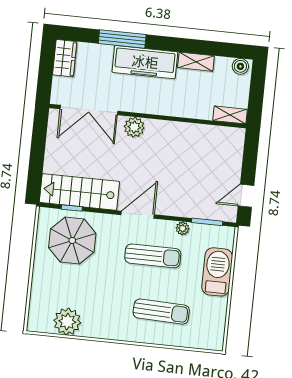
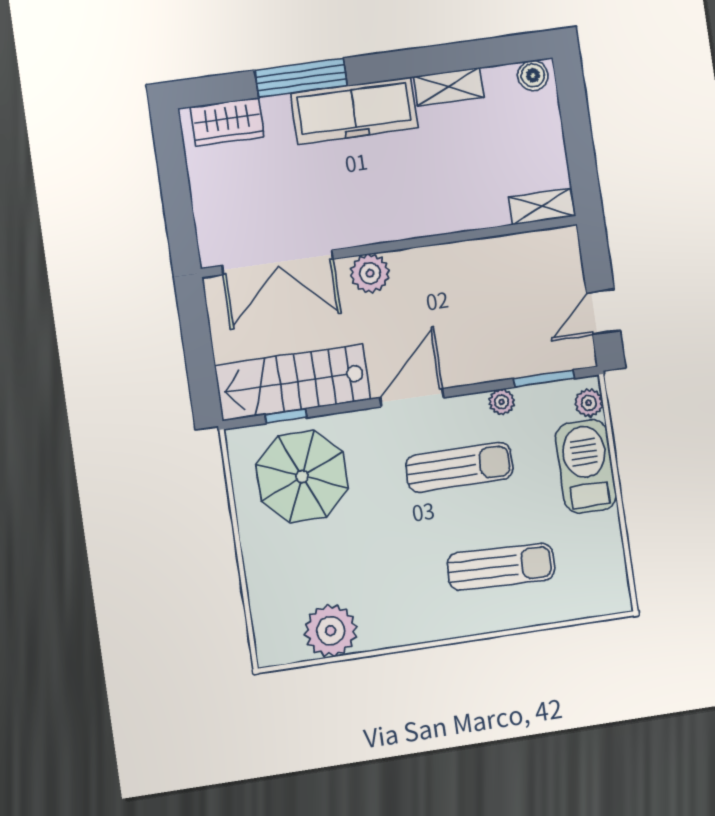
wardrobe: (65, 58) -> (227, 122), moved, turned 90
double door: (89, 110) -> (277, 262), moved
shelving: (230, 115) -> (542, 207), moved
wall: (148, 116) -> (390, 246), moved
plant: (134, 127) -> (370, 273), moved
plant: (227, 240) -> (589, 403), added

